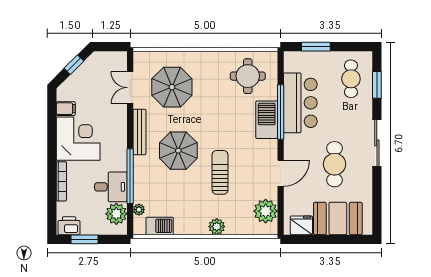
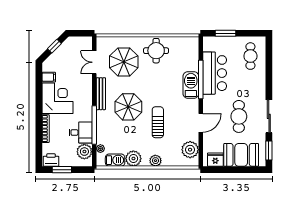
round table: (248, 76) -> (156, 51), moved
window: (377, 85) -> (269, 151), moved
sliding door: (377, 143) -> (269, 116), moved
plant: (186, 224) -> (133, 159), added

